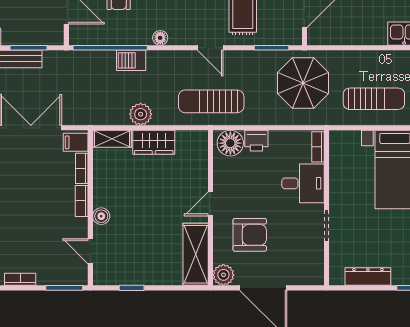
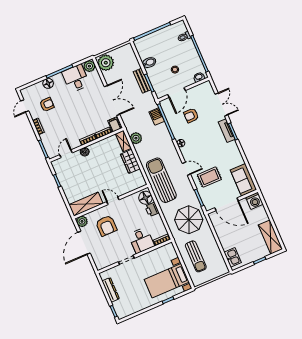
door: (210, 48) -> (186, 169), swing flipped
barbecue: (131, 60) -> (157, 117), moved
sun lounger: (211, 101) -> (161, 180), width x1.36, depth x1.34
plant: (141, 114) -> (136, 138), moved

